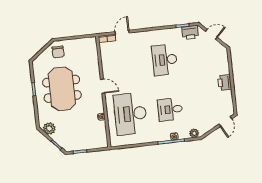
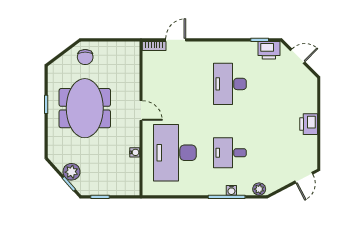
plant: (49, 128) -> (72, 172), moved

